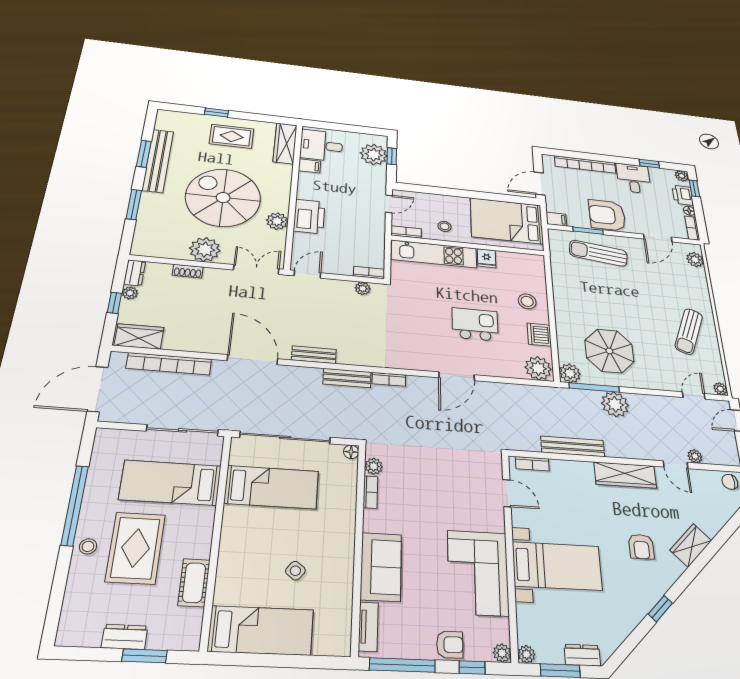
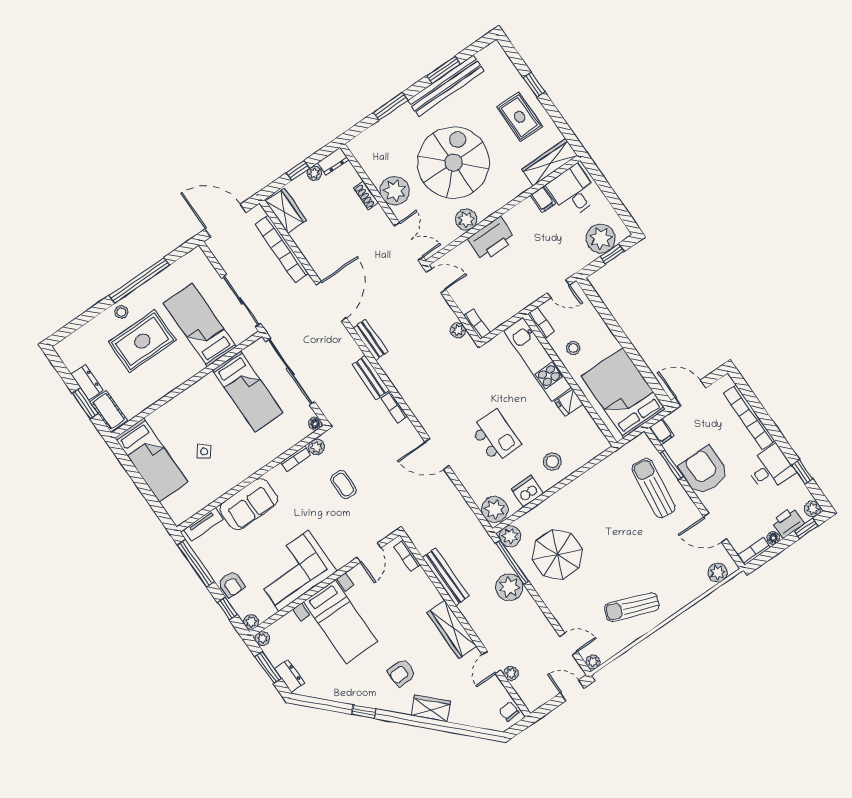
coffee table: (427, 469) -> (344, 485), added
cot: (194, 583) -> (108, 411), moved, turned 90

